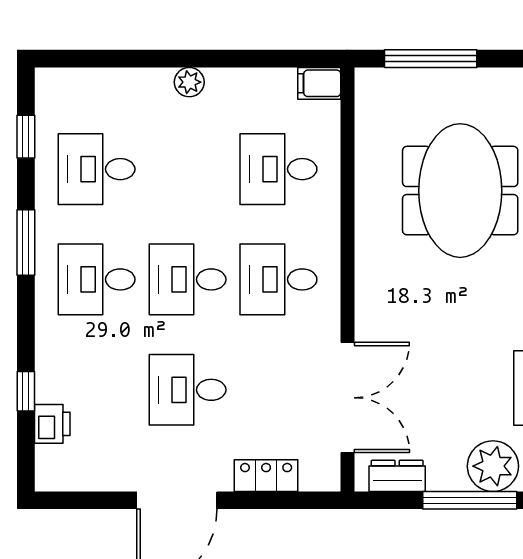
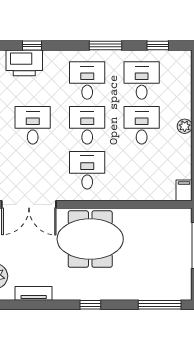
desk: (278, 169) -> (142, 125), moved
meeting table: (460, 191) -> (90, 239), moved
printer: (52, 424) -> (24, 63), width x1.87, depth x1.48

